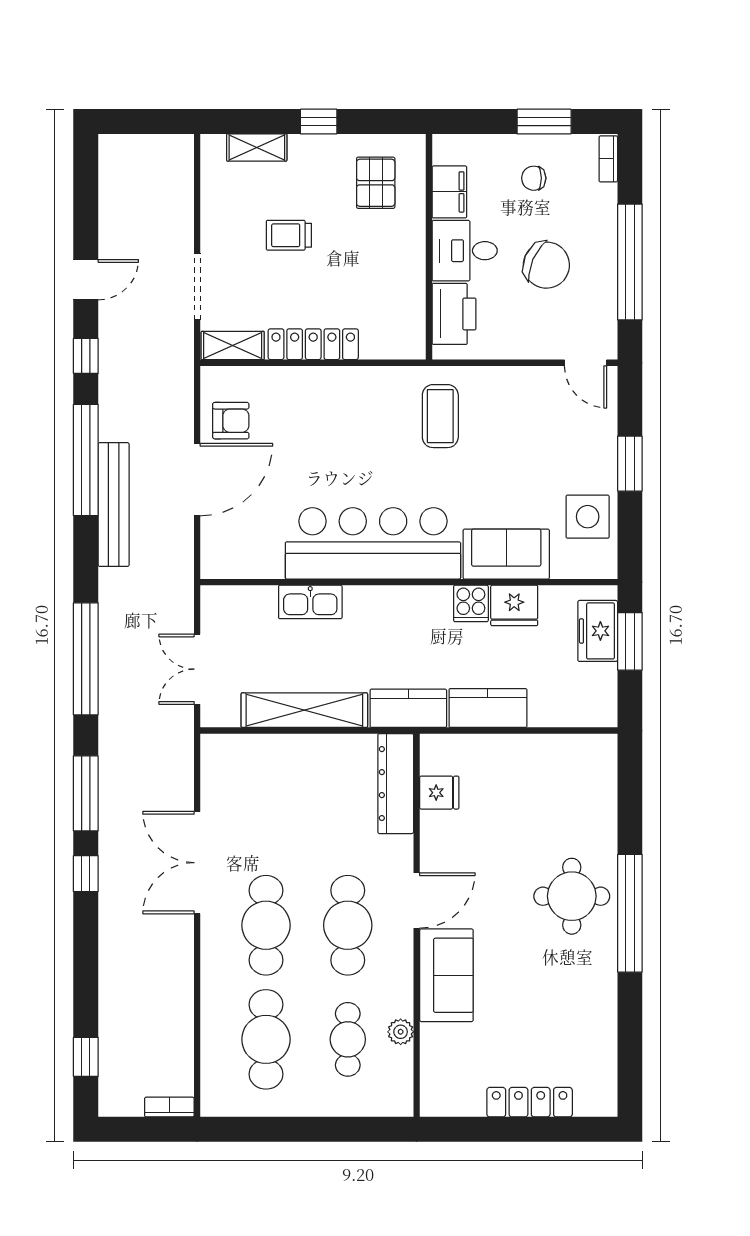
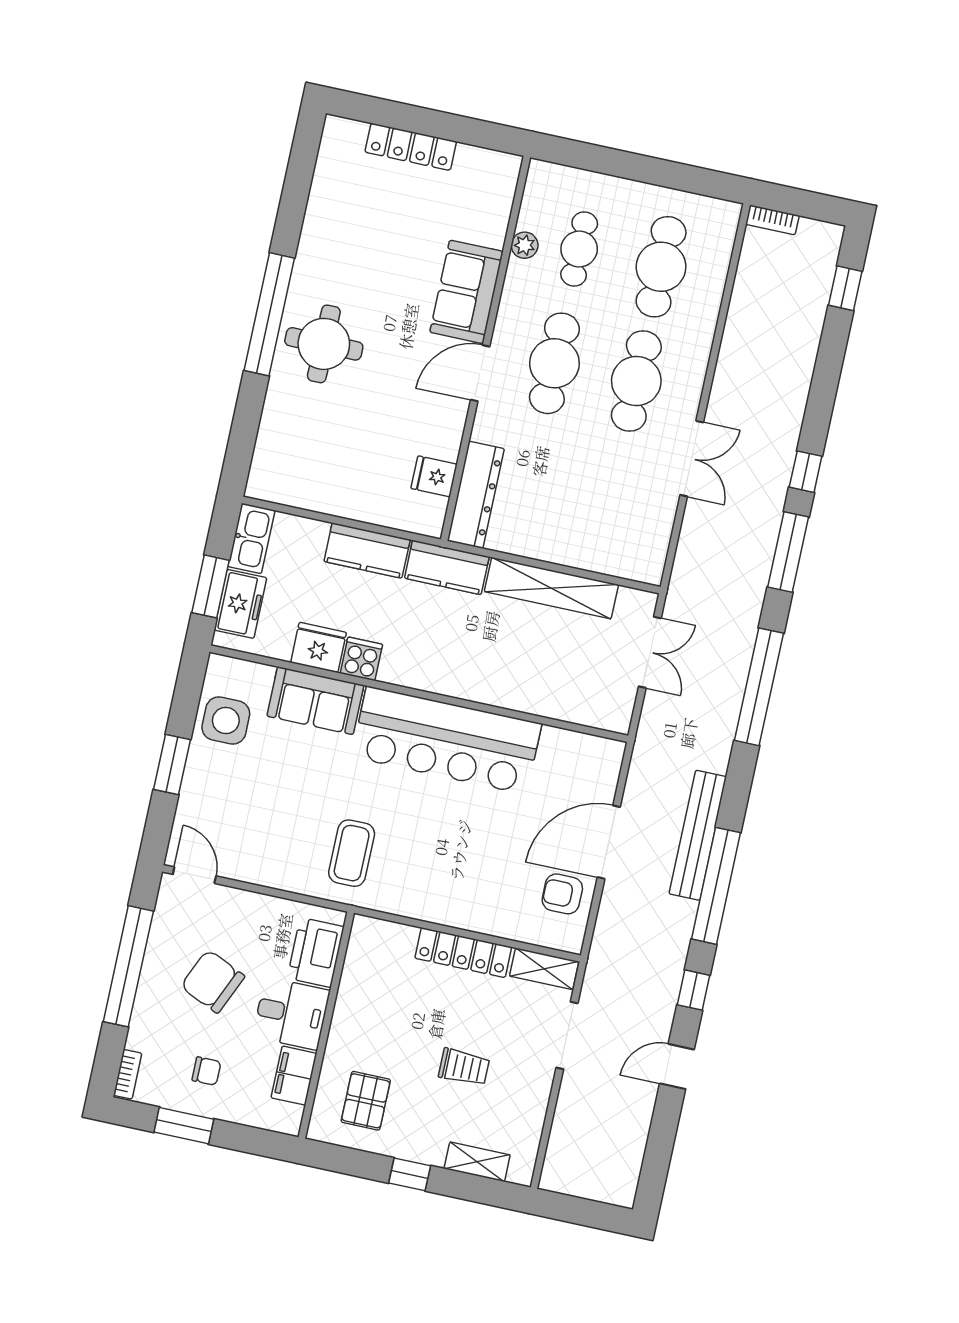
kitchen sink: (310, 602) -> (251, 538), moved, turned 90
double door: (197, 863) -> (692, 459), width x0.73

